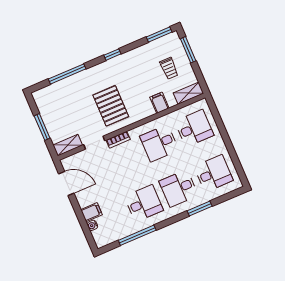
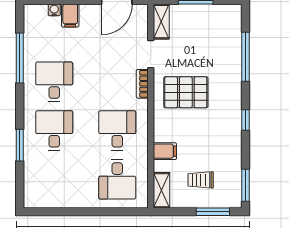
desk: (214, 173) -> (54, 179), removed
desk: (144, 203) -> (54, 82), turned 180

